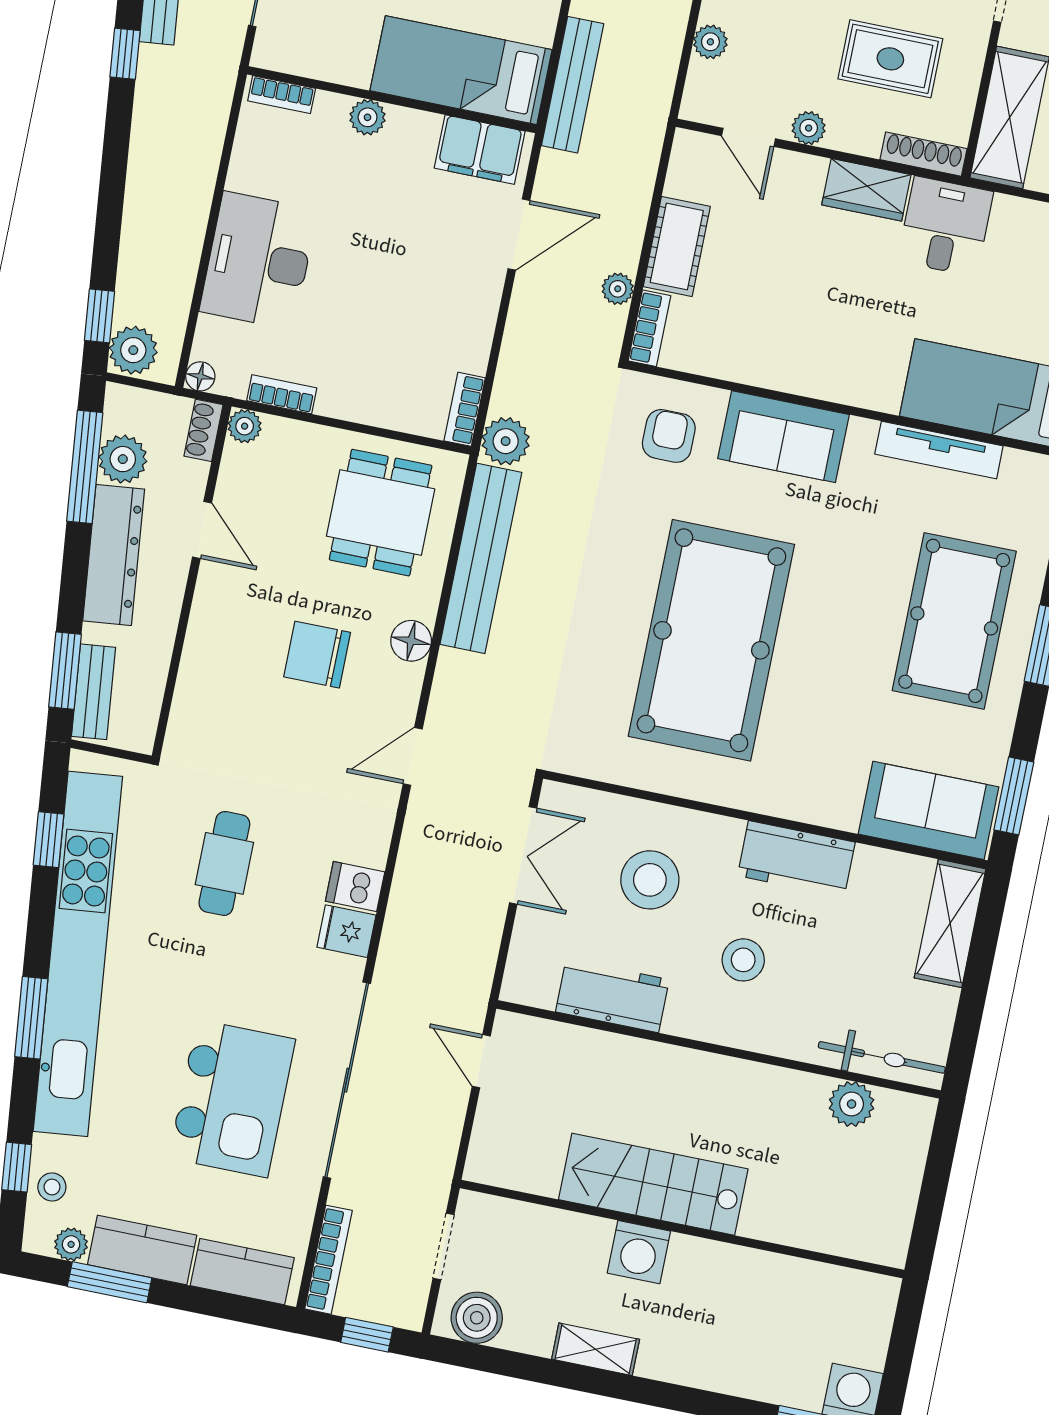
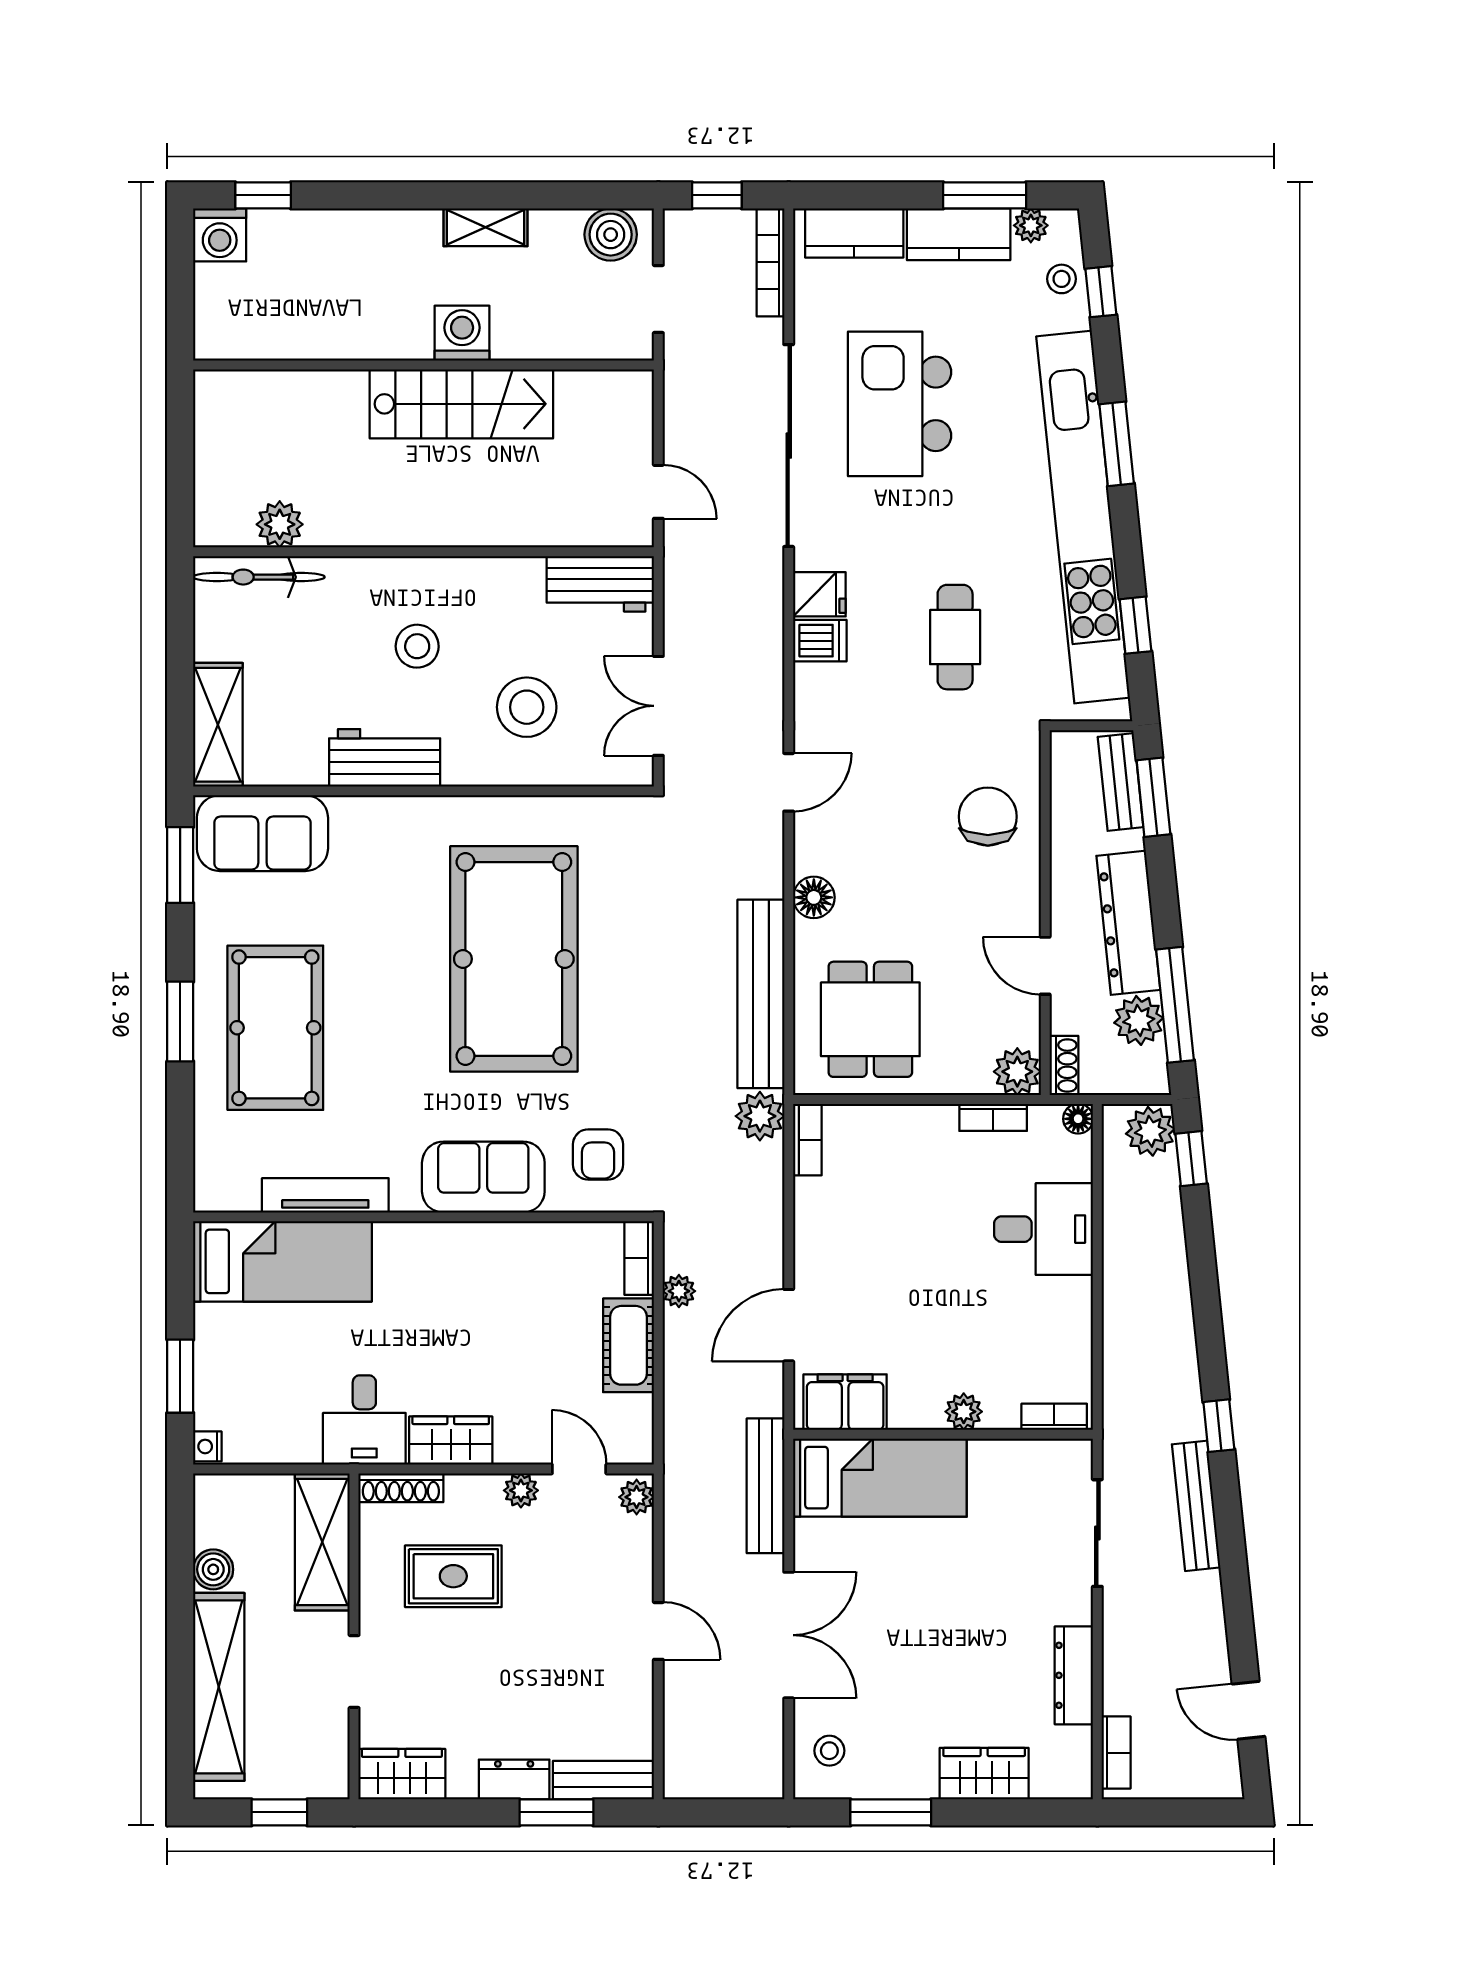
plant: (710, 42) -> (637, 1497), moved
desk: (258, 261) -> (1044, 1229), width x0.73
plant: (245, 426) -> (1017, 1072), width x1.38, depth x1.38
chair: (317, 655) -> (988, 817), moved, turned -90
workbench: (612, 996) -> (600, 584), moved

